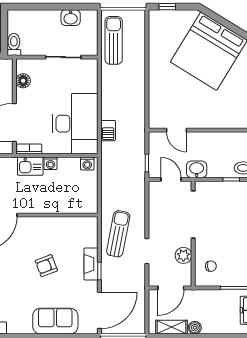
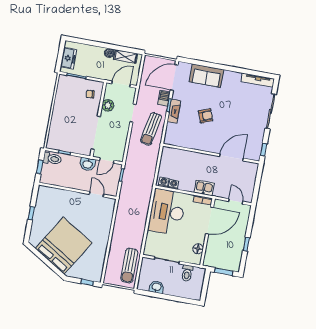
toilet: (14, 44) -> (187, 273), moved
barbecue: (108, 131) -> (164, 98), moved
washing machine: (51, 163) -> (174, 184), moved
door: (171, 179) -> (107, 160), hinge flipped

